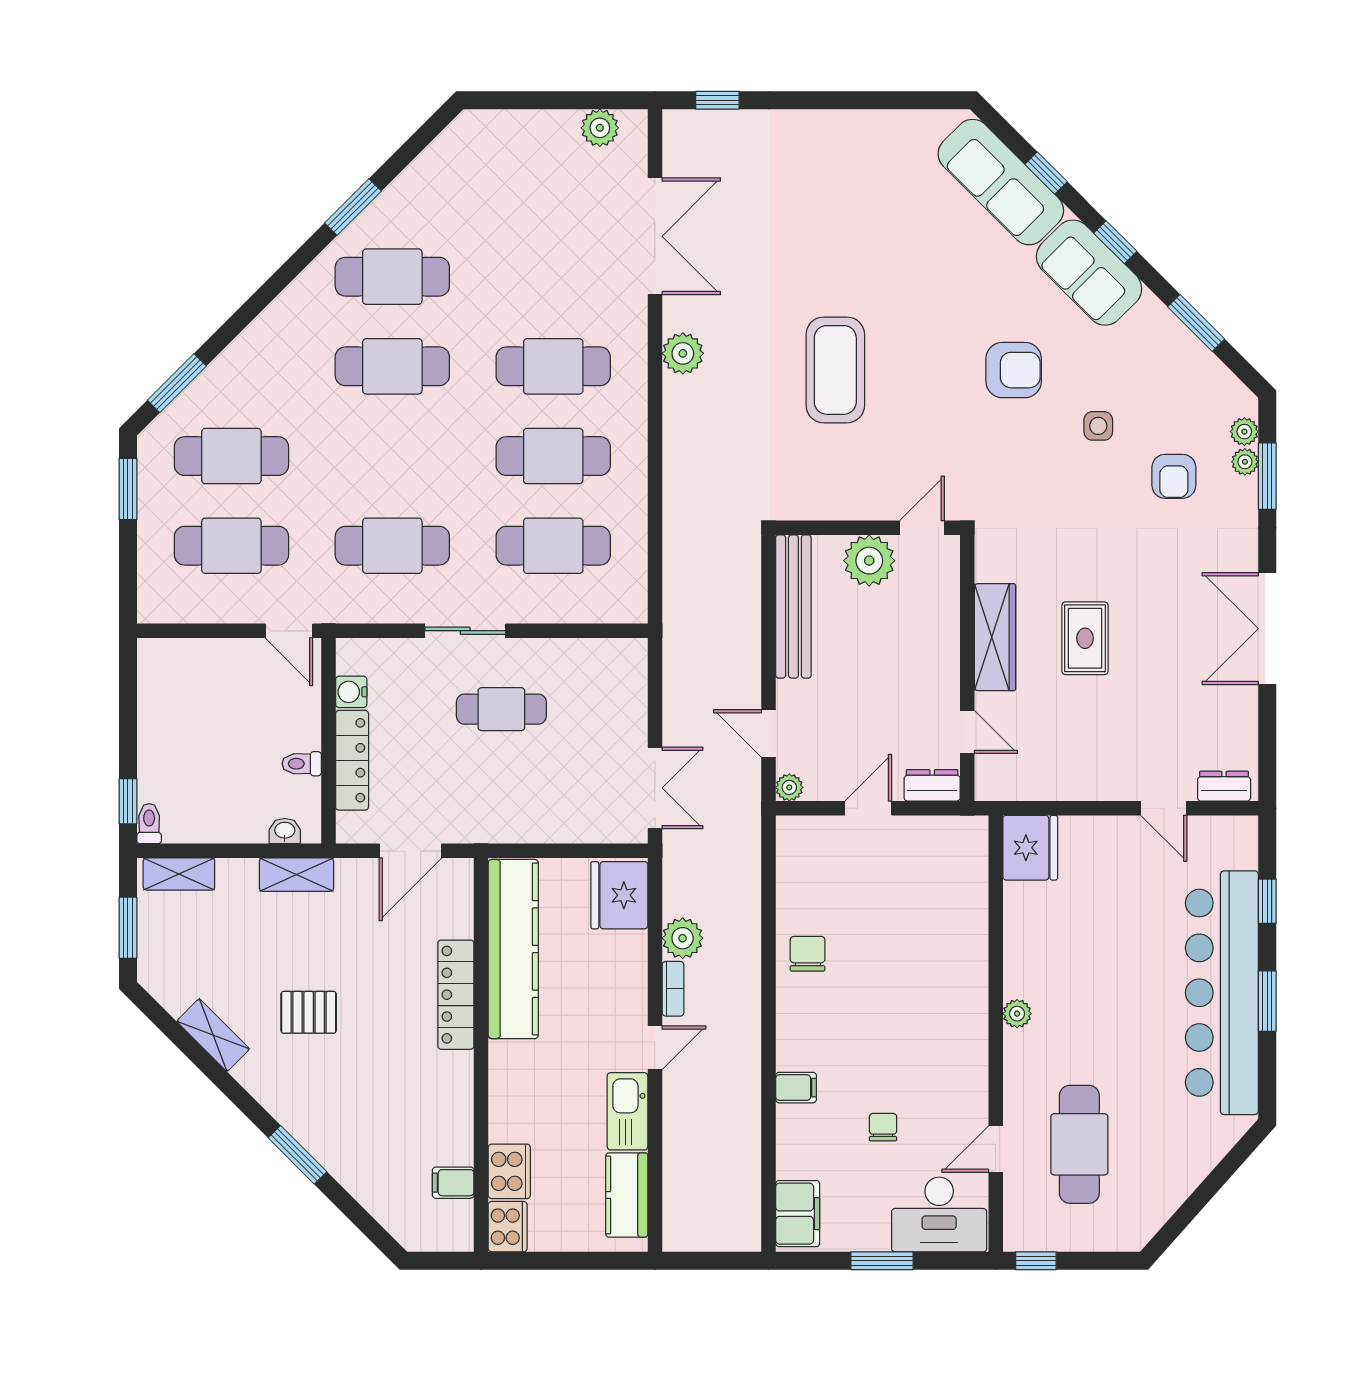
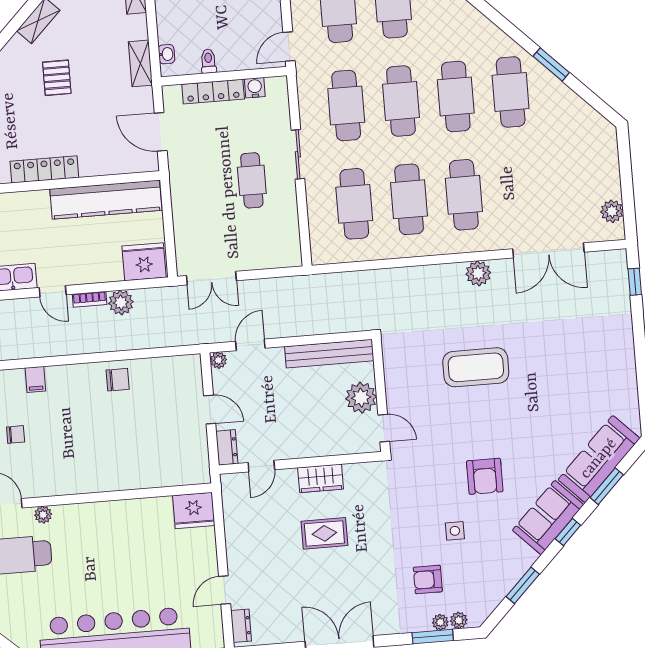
window: (1046, 173) -> (607, 486), width x1.50
cafe table: (392, 456) -> (401, 101), added
wardrobe: (995, 637) -> (321, 478), width x0.67
locker: (456, 995) -> (44, 169), moved
plant: (1017, 1014) -> (43, 515), moved

